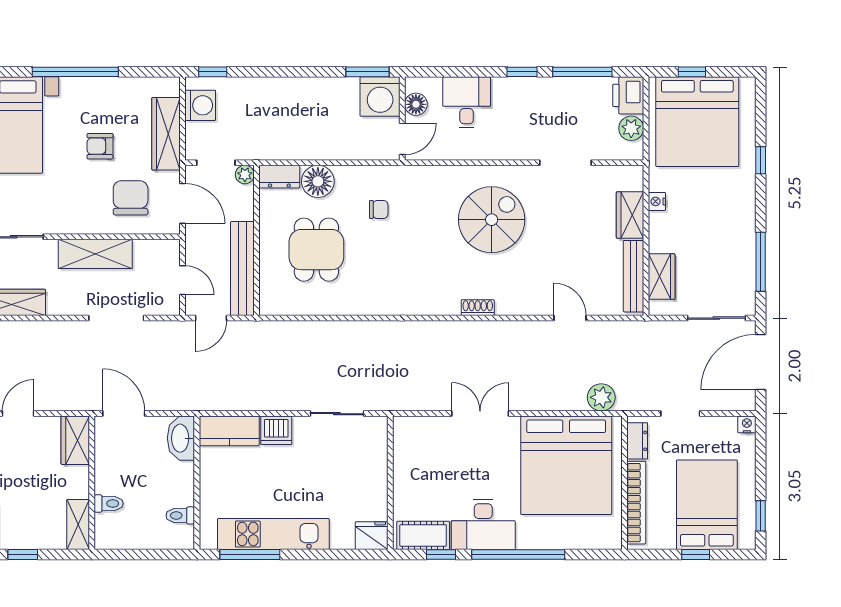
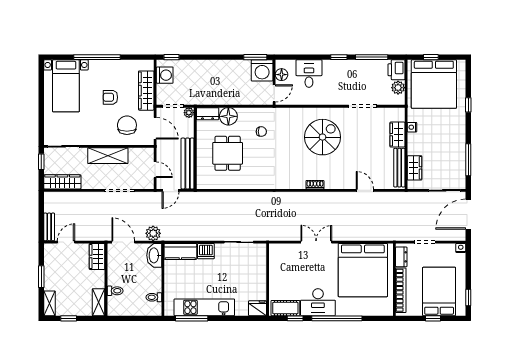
plant: (601, 397) -> (153, 233), moved

